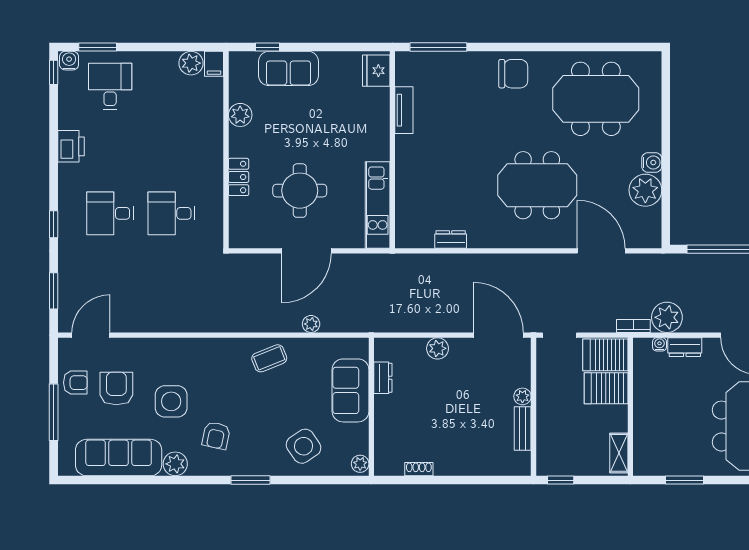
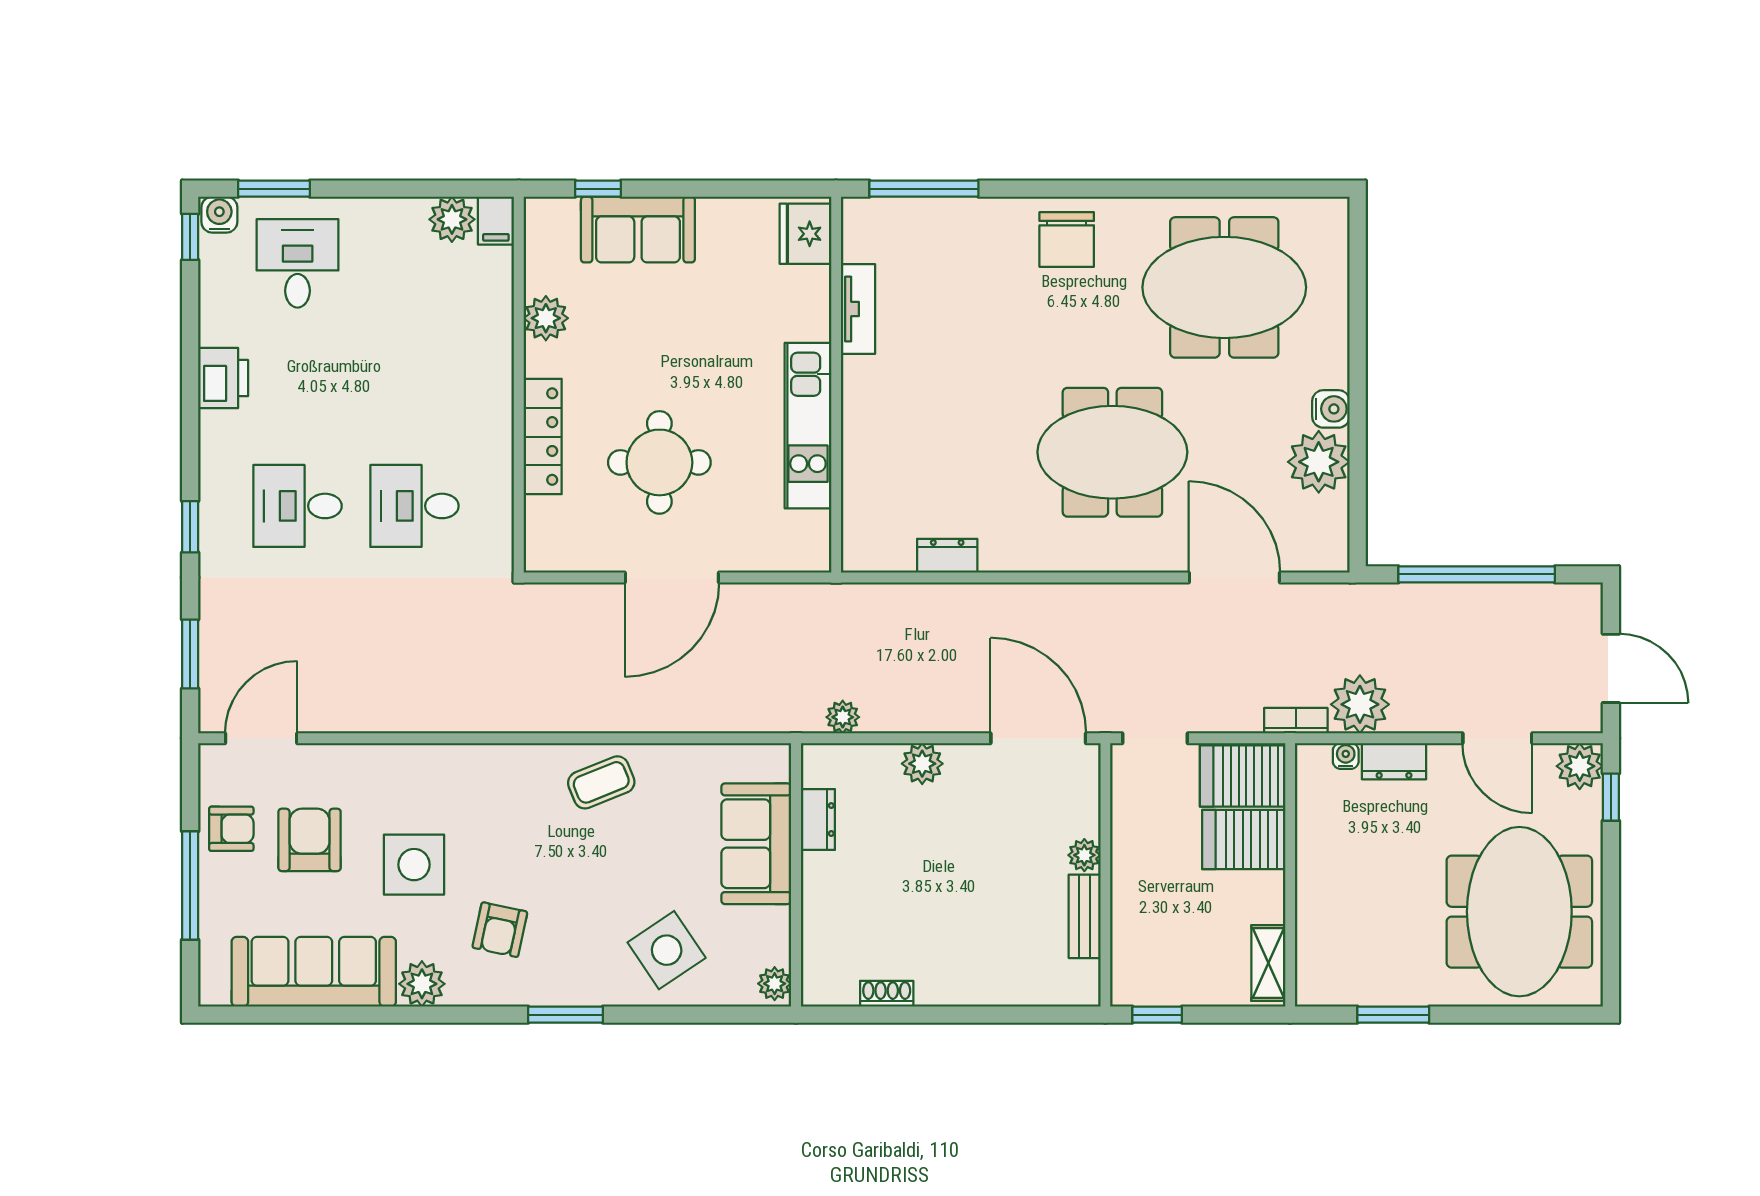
chair: (513, 74) -> (1067, 240), turned 90
locker: (239, 177) -> (543, 437), width x1.53
kitchen unit: (378, 205) -> (808, 426), moved
plant: (311, 324) -> (843, 717), moved

